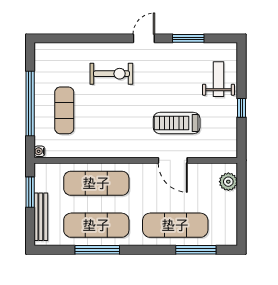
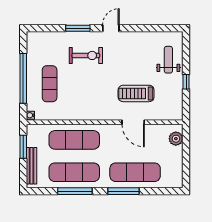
window: (188, 38) -> (78, 28), moved
window: (196, 250) -> (124, 191), moved

